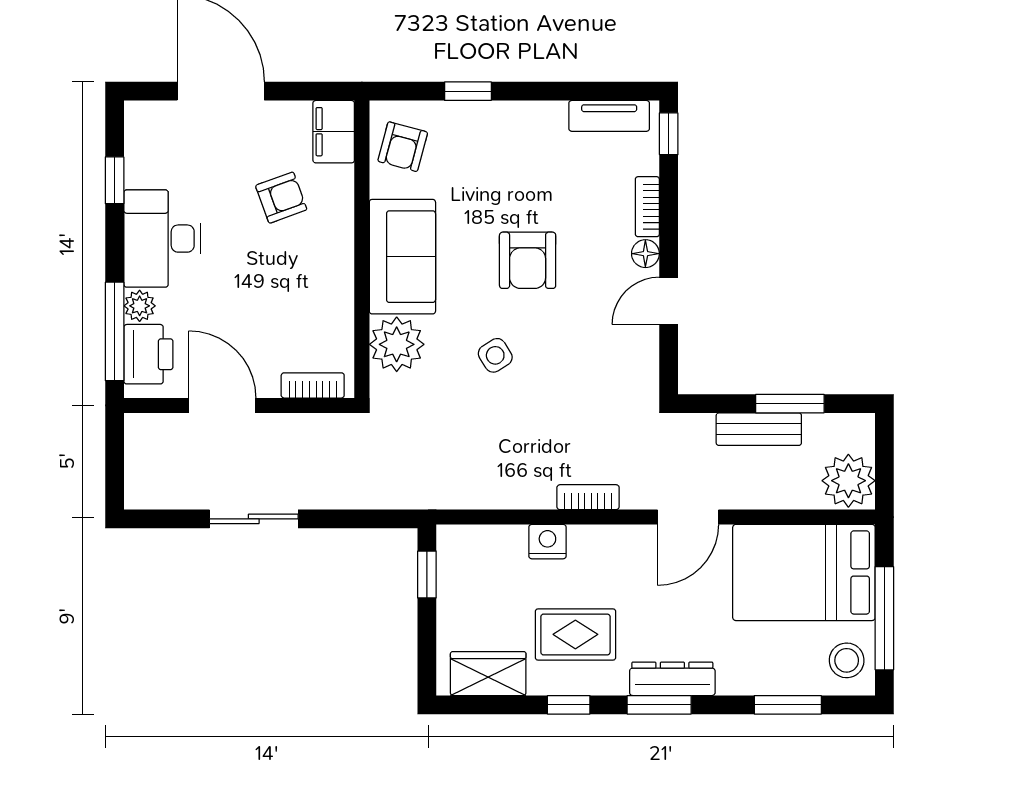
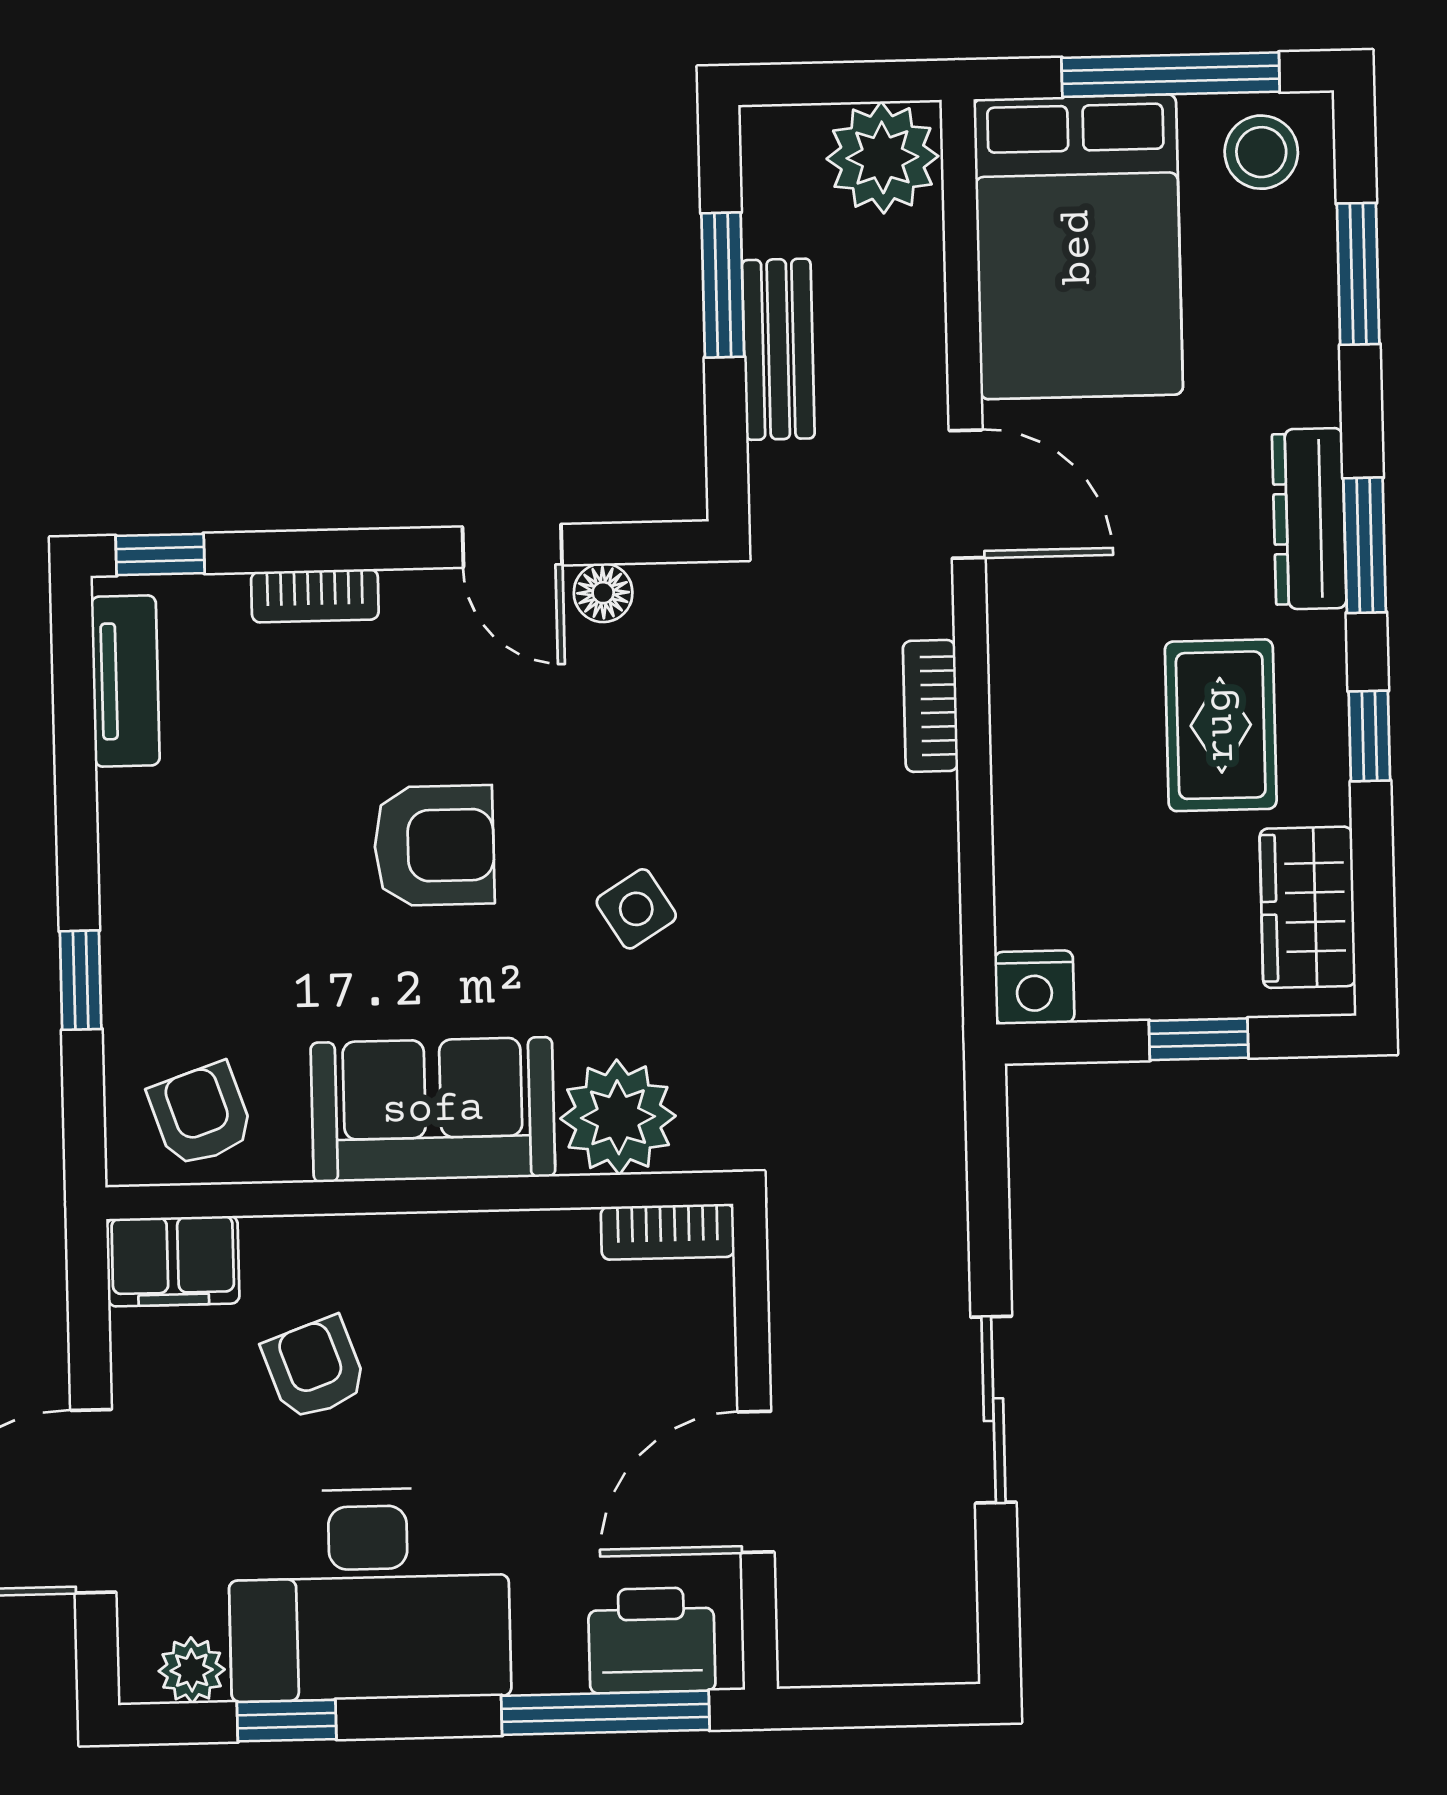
armchair: (403, 147) -> (201, 1115), turned -124
desk: (162, 239) -> (369, 1594), width x1.36, depth x1.30
floor lamp: (645, 254) -> (603, 593), moved
plant: (140, 306) -> (192, 1670), moved
bookcase: (313, 385) -> (668, 1232), moved, turned -90
nightstand: (547, 542) -> (1034, 987), moved, turned -90
window: (427, 574) -> (1199, 1039), moved

